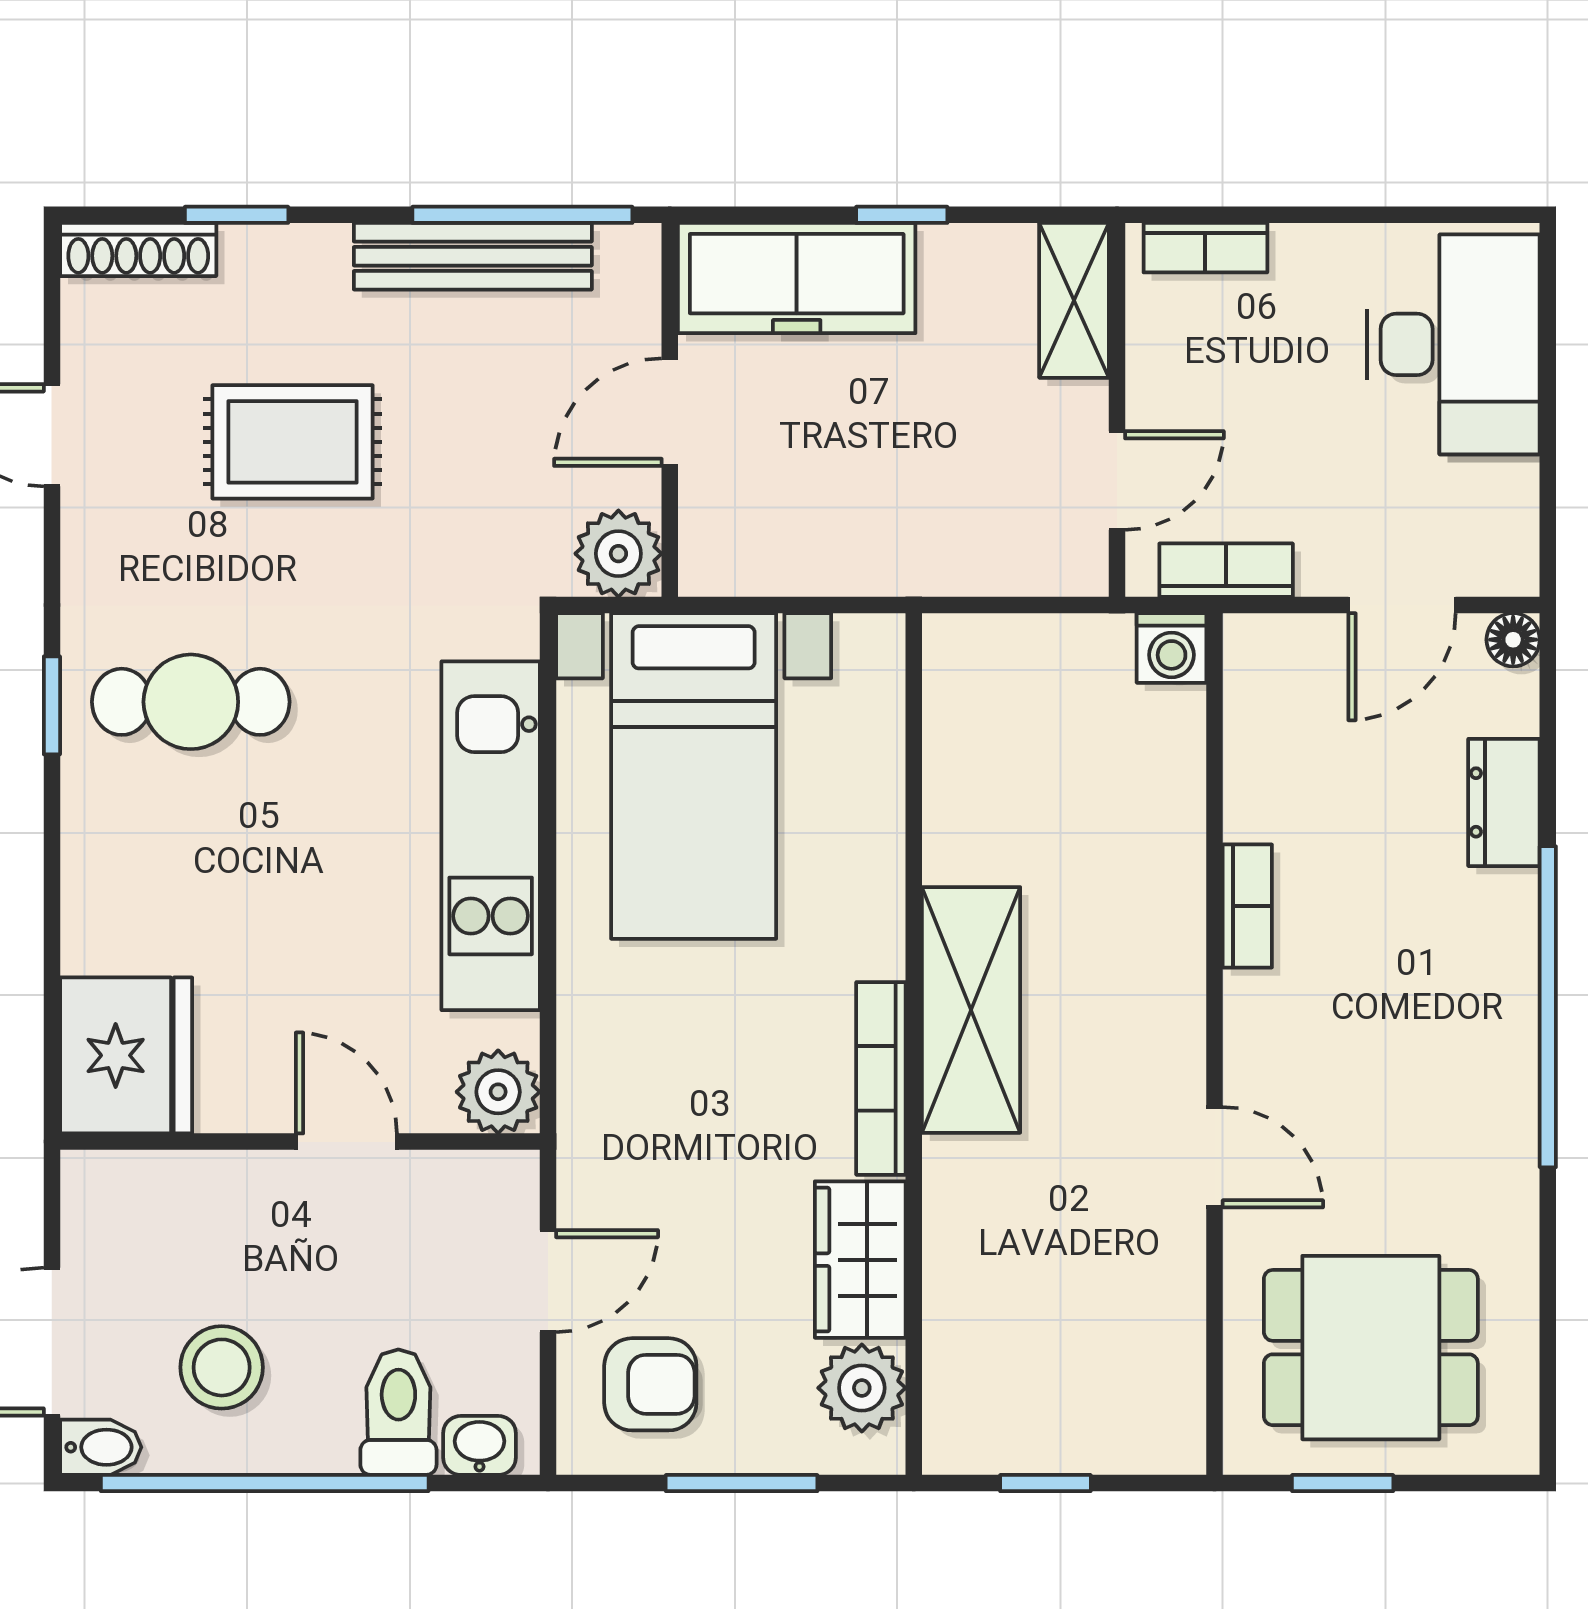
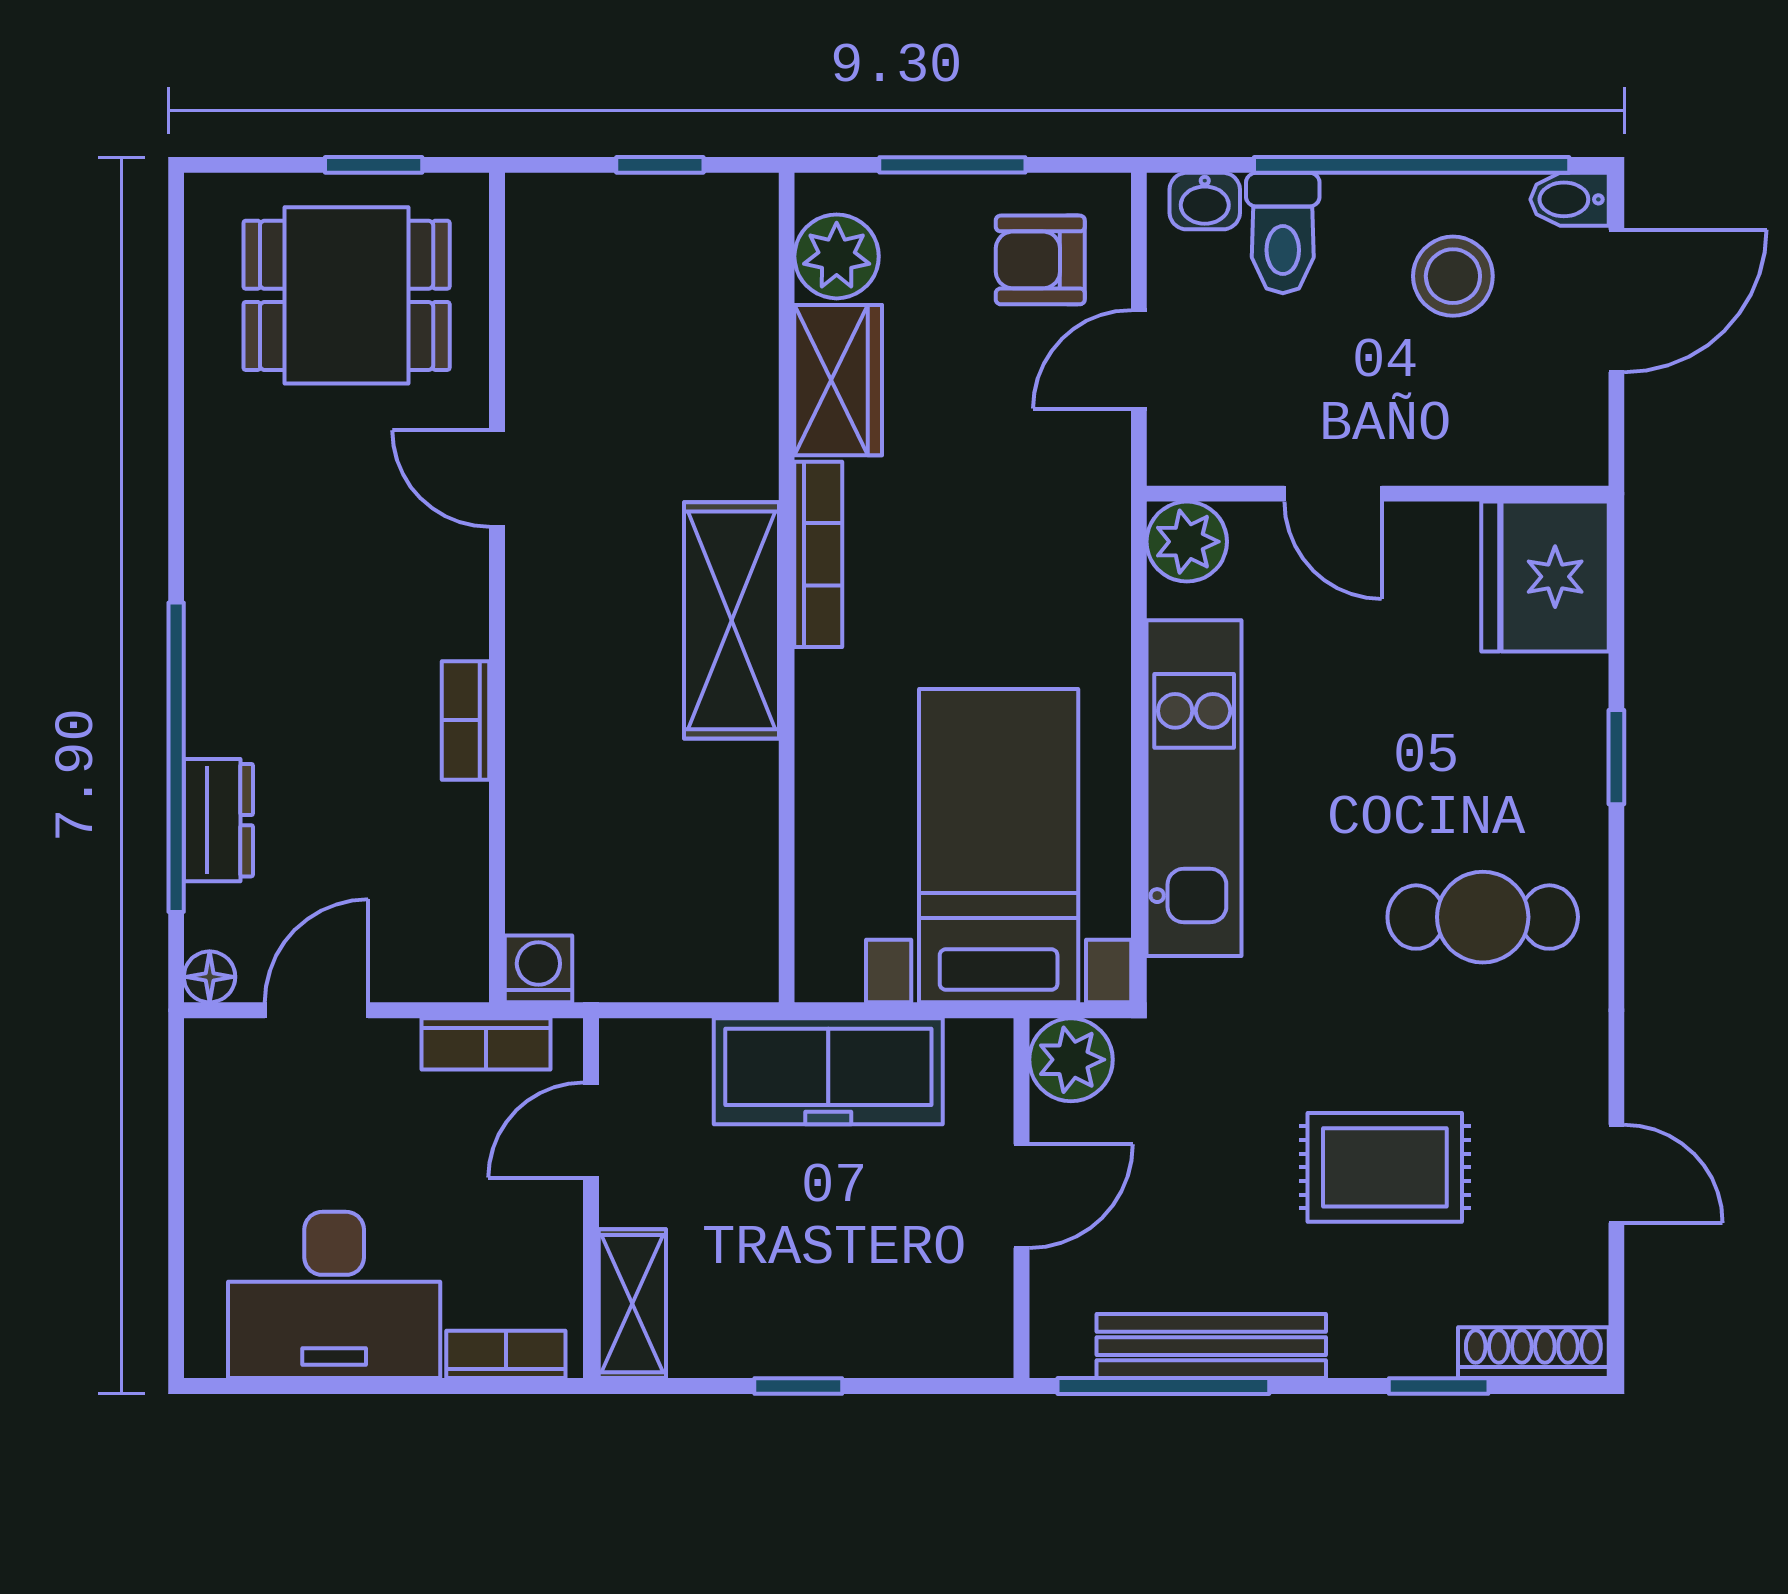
freezer: (797, 278) -> (828, 1071), moved, turned 180
desk: (1453, 344) -> (334, 1295), moved, turned -90
window: (52, 705) -> (1616, 757), moved
window: (1548, 1007) -> (176, 757), moved

